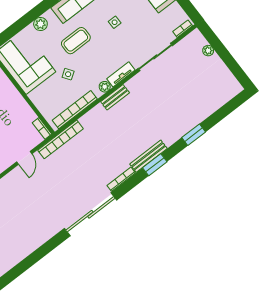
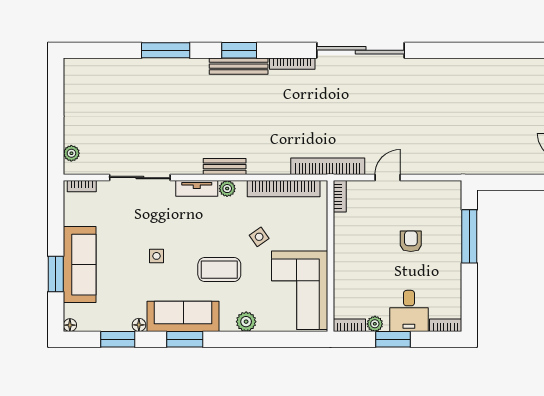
plant: (208, 51) -> (71, 153), moved
window: (194, 135) -> (166, 50), width x1.44

